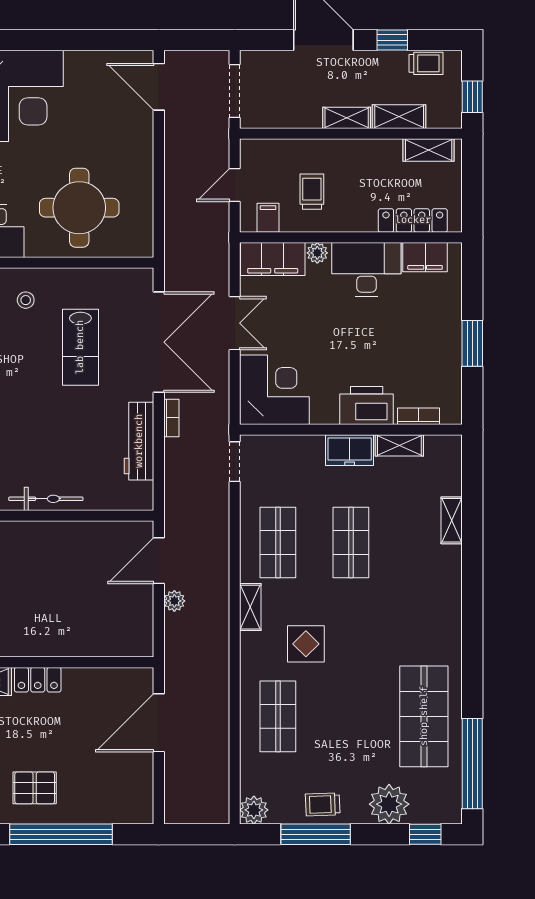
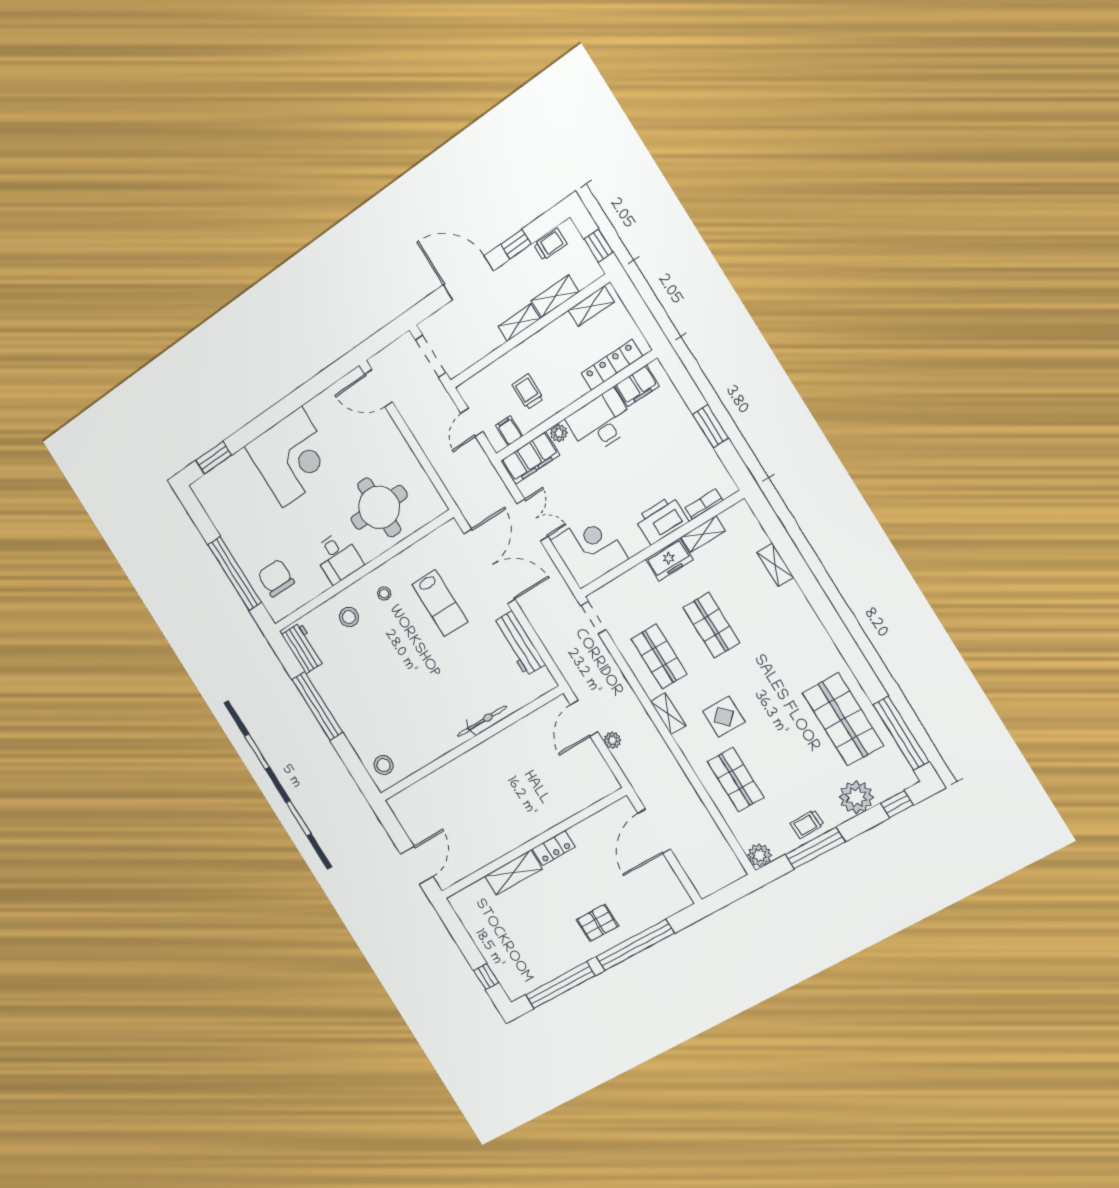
bookcase: (171, 418) -> (531, 614), removed

